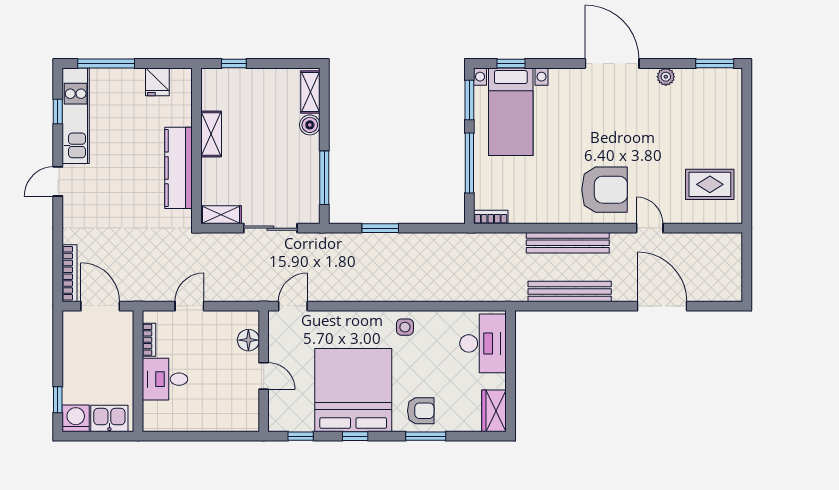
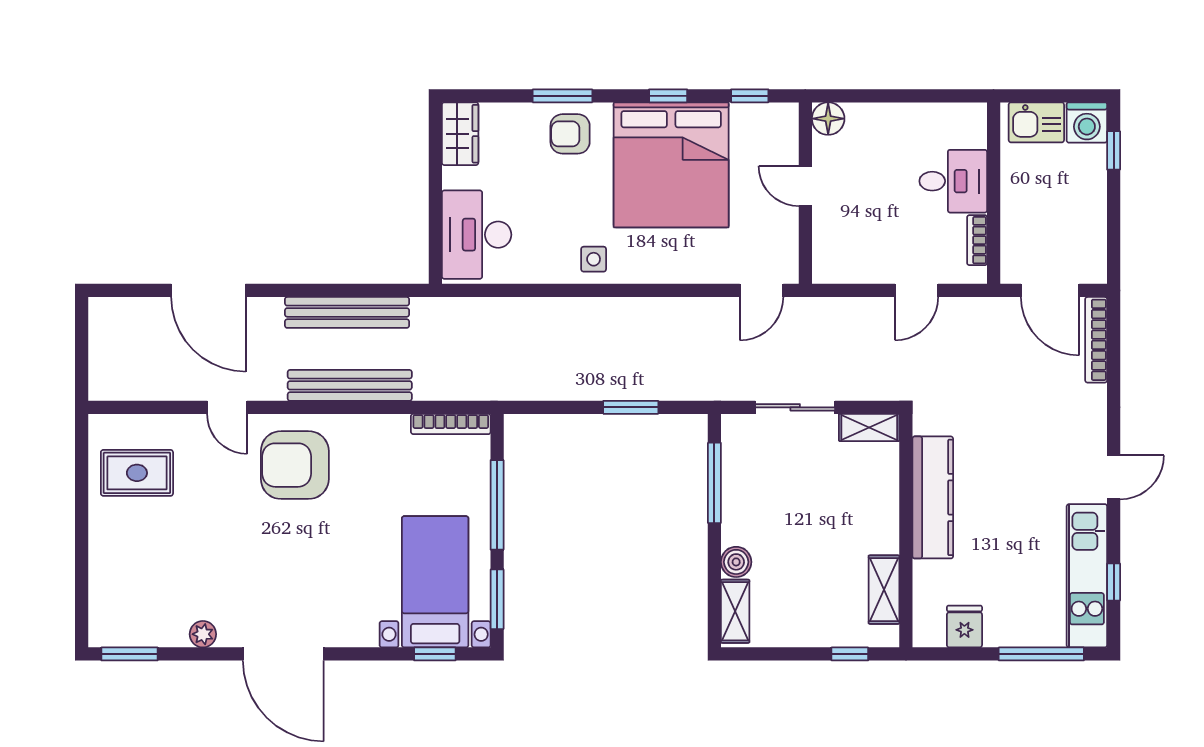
shelving: (211, 134) -> (884, 590), moved
bookcase: (491, 217) -> (451, 424), width x1.56
floor lamp: (248, 340) -> (828, 119), moved

